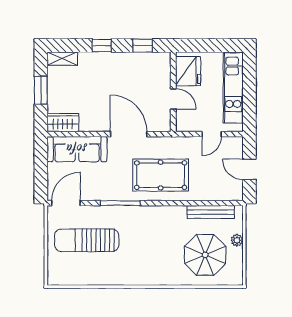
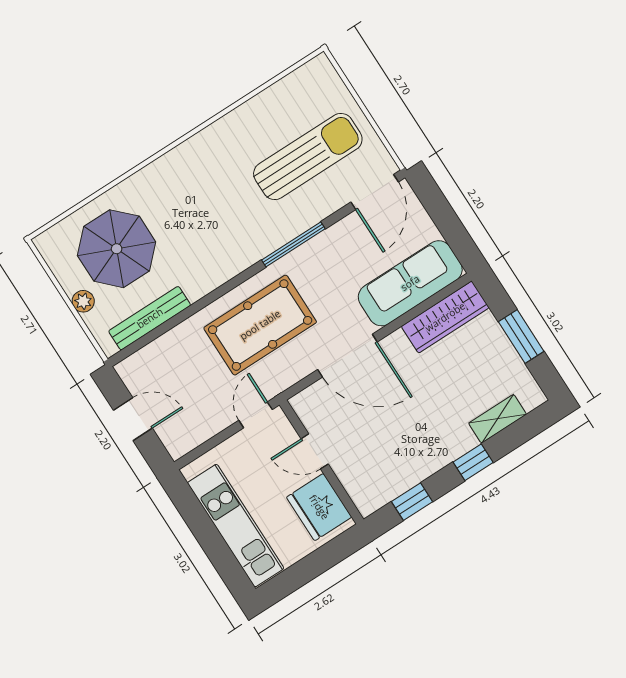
shelving: (62, 59) -> (498, 419), moved
wardrobe: (63, 123) -> (445, 317), width x1.50
door: (212, 134) -> (256, 415), moved

